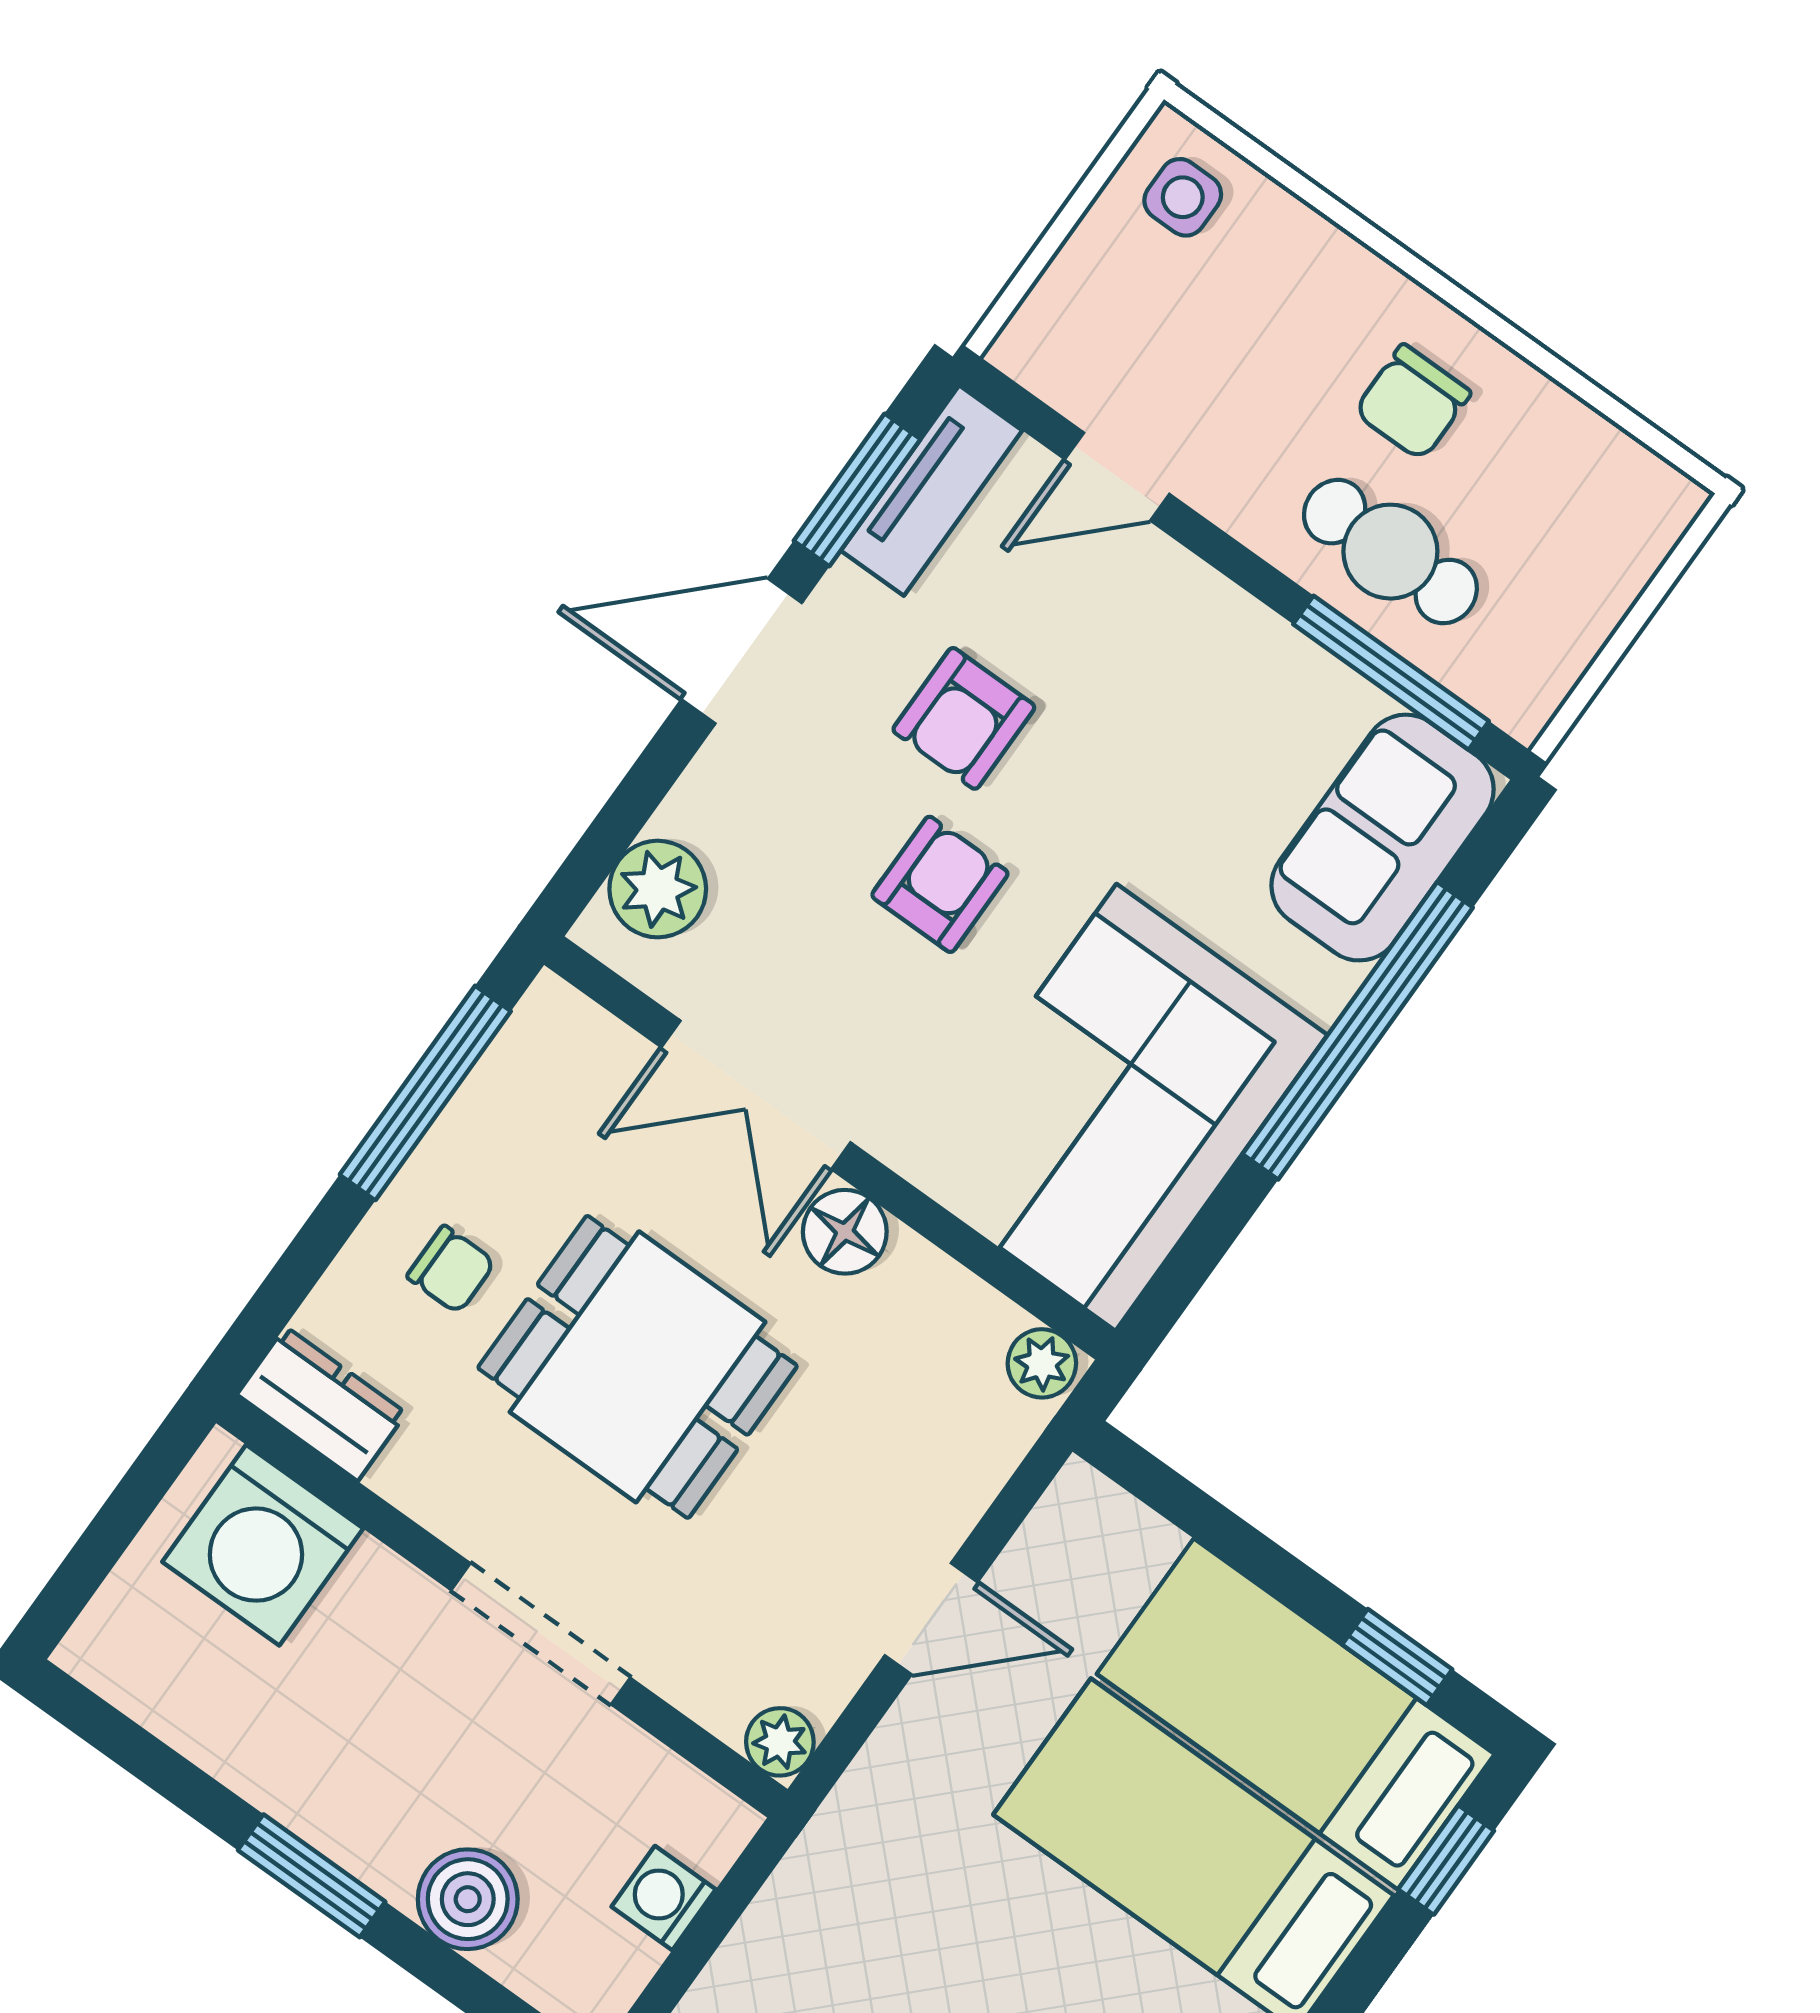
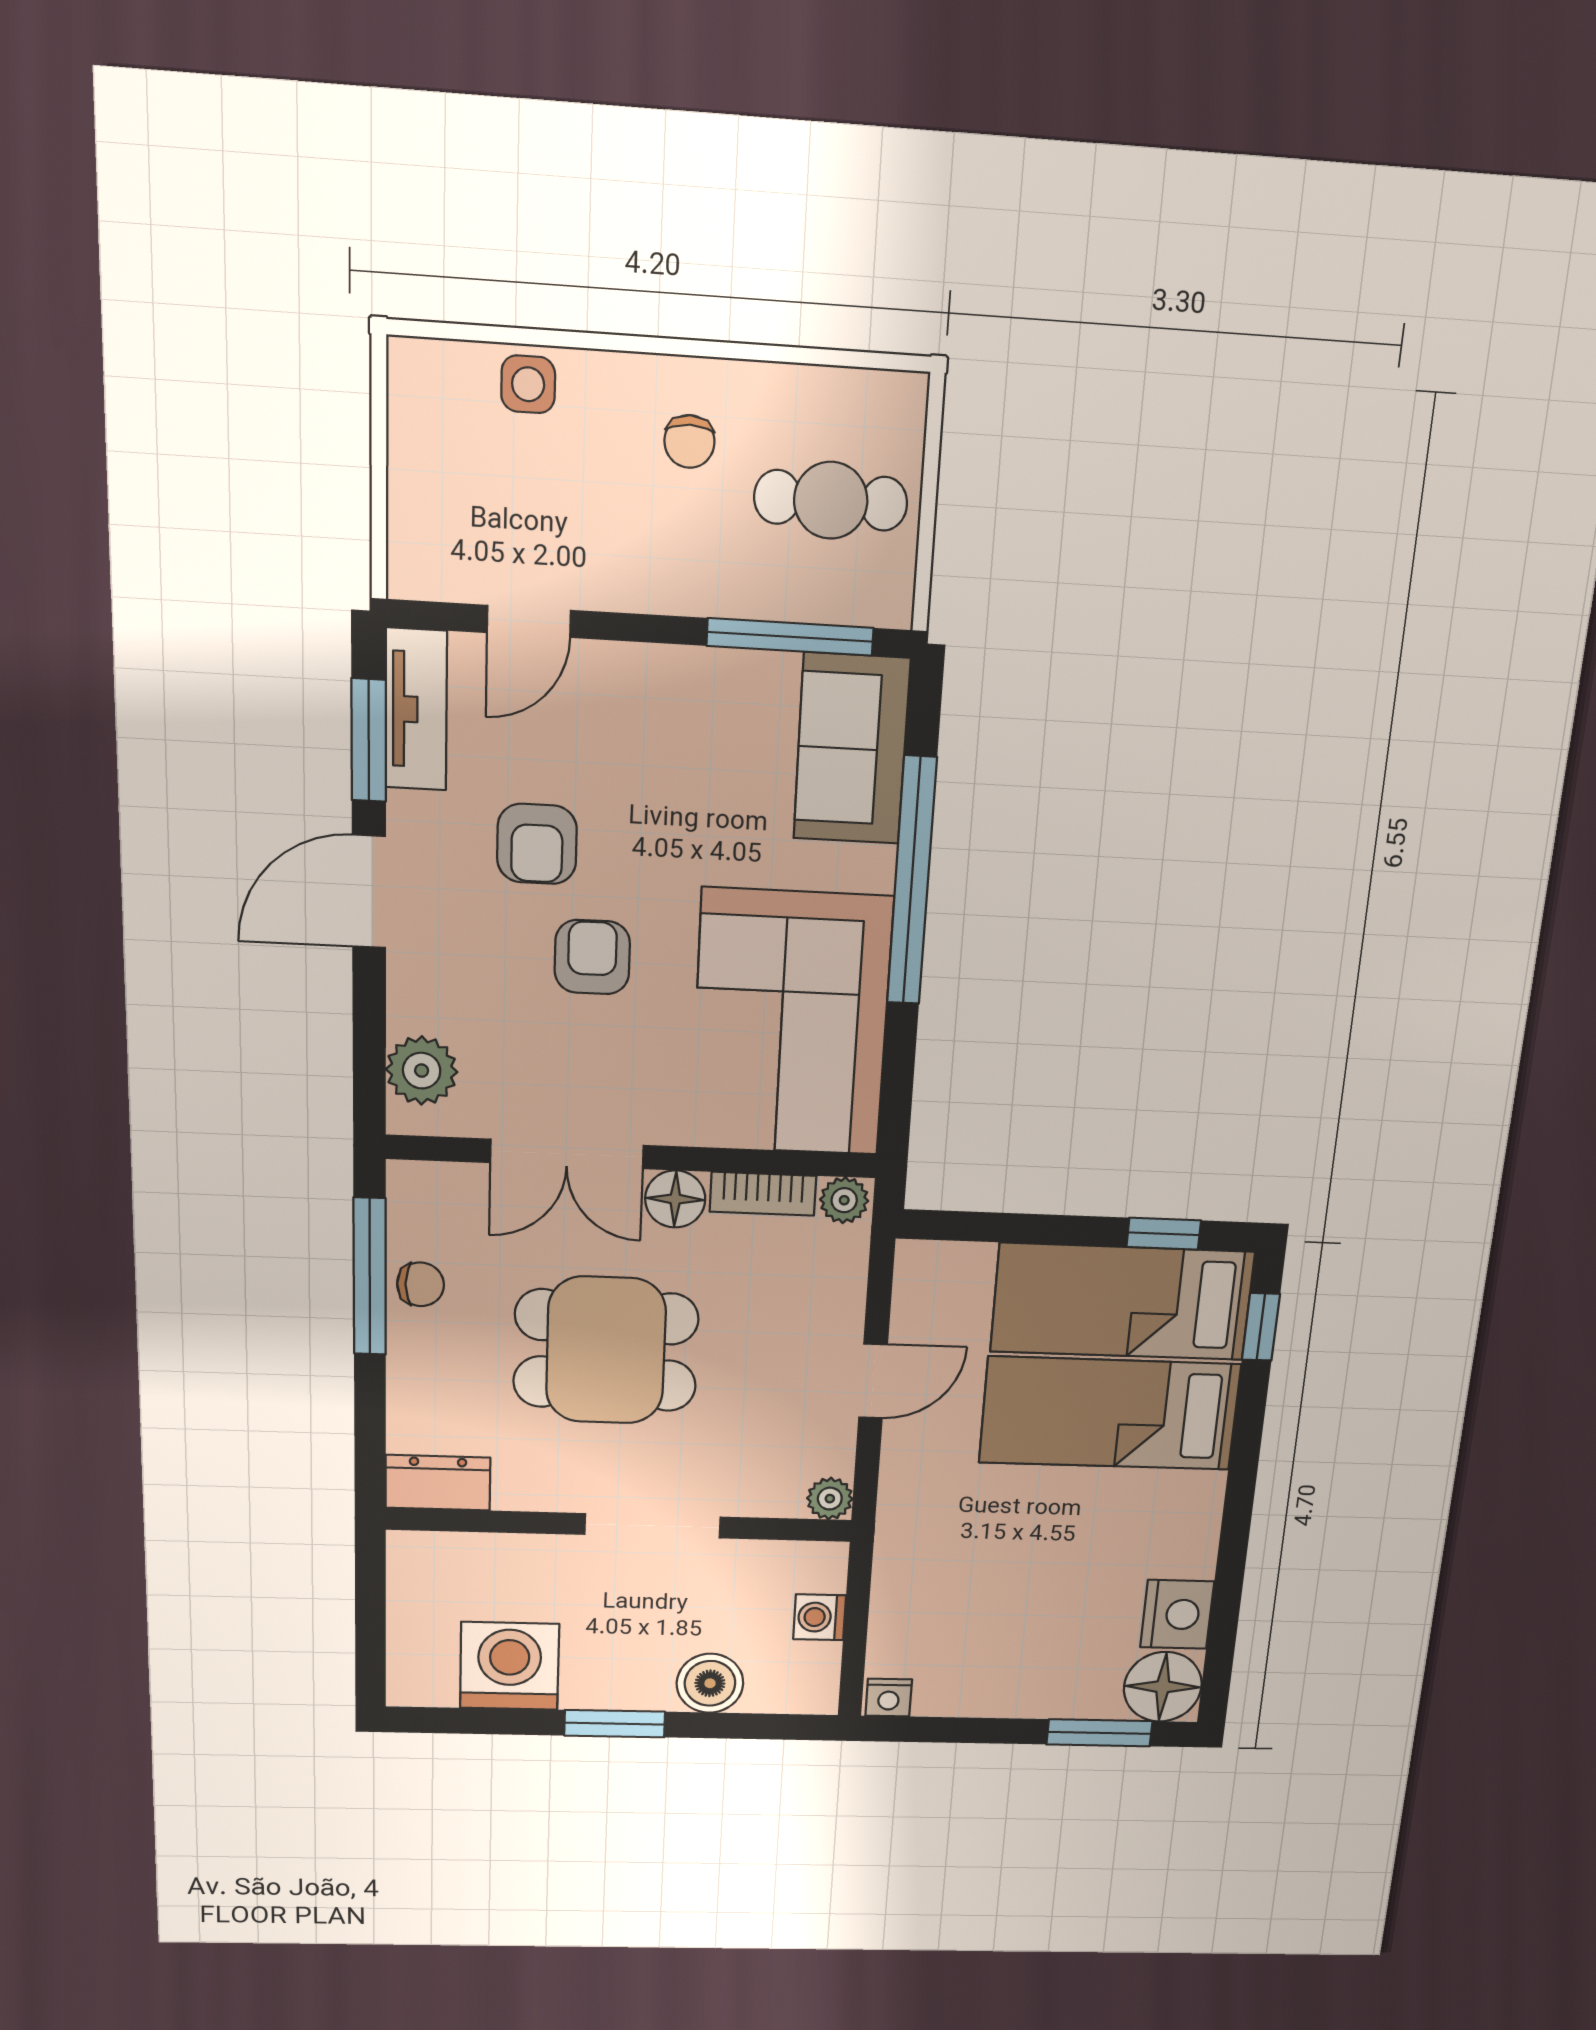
side table: (1183, 197) -> (528, 384), moved
chair: (1412, 402) -> (689, 442), width x0.73, depth x0.73
cafe table: (1390, 552) -> (831, 500), moved
chair: (451, 1269) -> (420, 1284), moved
bookcase: (952, 1293) -> (763, 1194), added
washing machine: (263, 1545) -> (510, 1666), moved, turned 180

